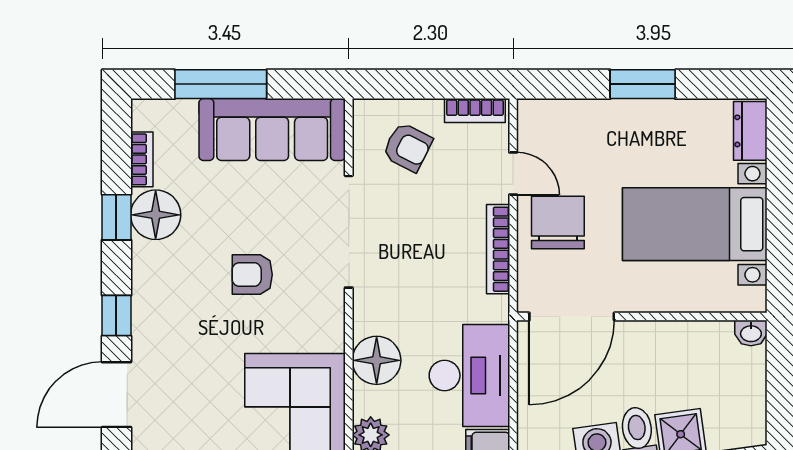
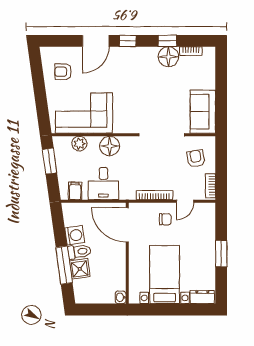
window: (221, 84) -> (221, 83), removed
sofa: (272, 130) -> (203, 112), width x0.73
armchair: (407, 147) -> (196, 159), turned 144
chair: (558, 223) -> (165, 219), width x0.54, depth x0.54
armchair: (252, 275) -> (144, 96), removed
desk: (469, 375) -> (103, 184), width x0.73
door: (116, 395) -> (96, 41), swing flipped

